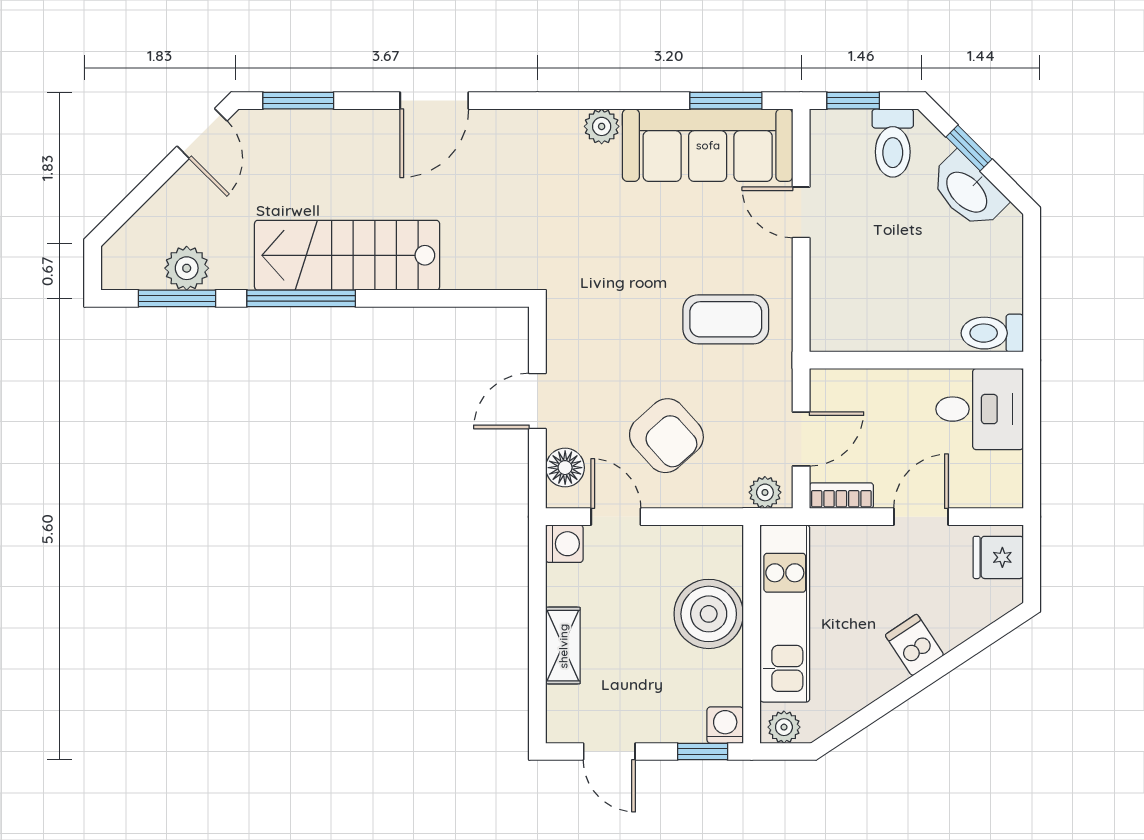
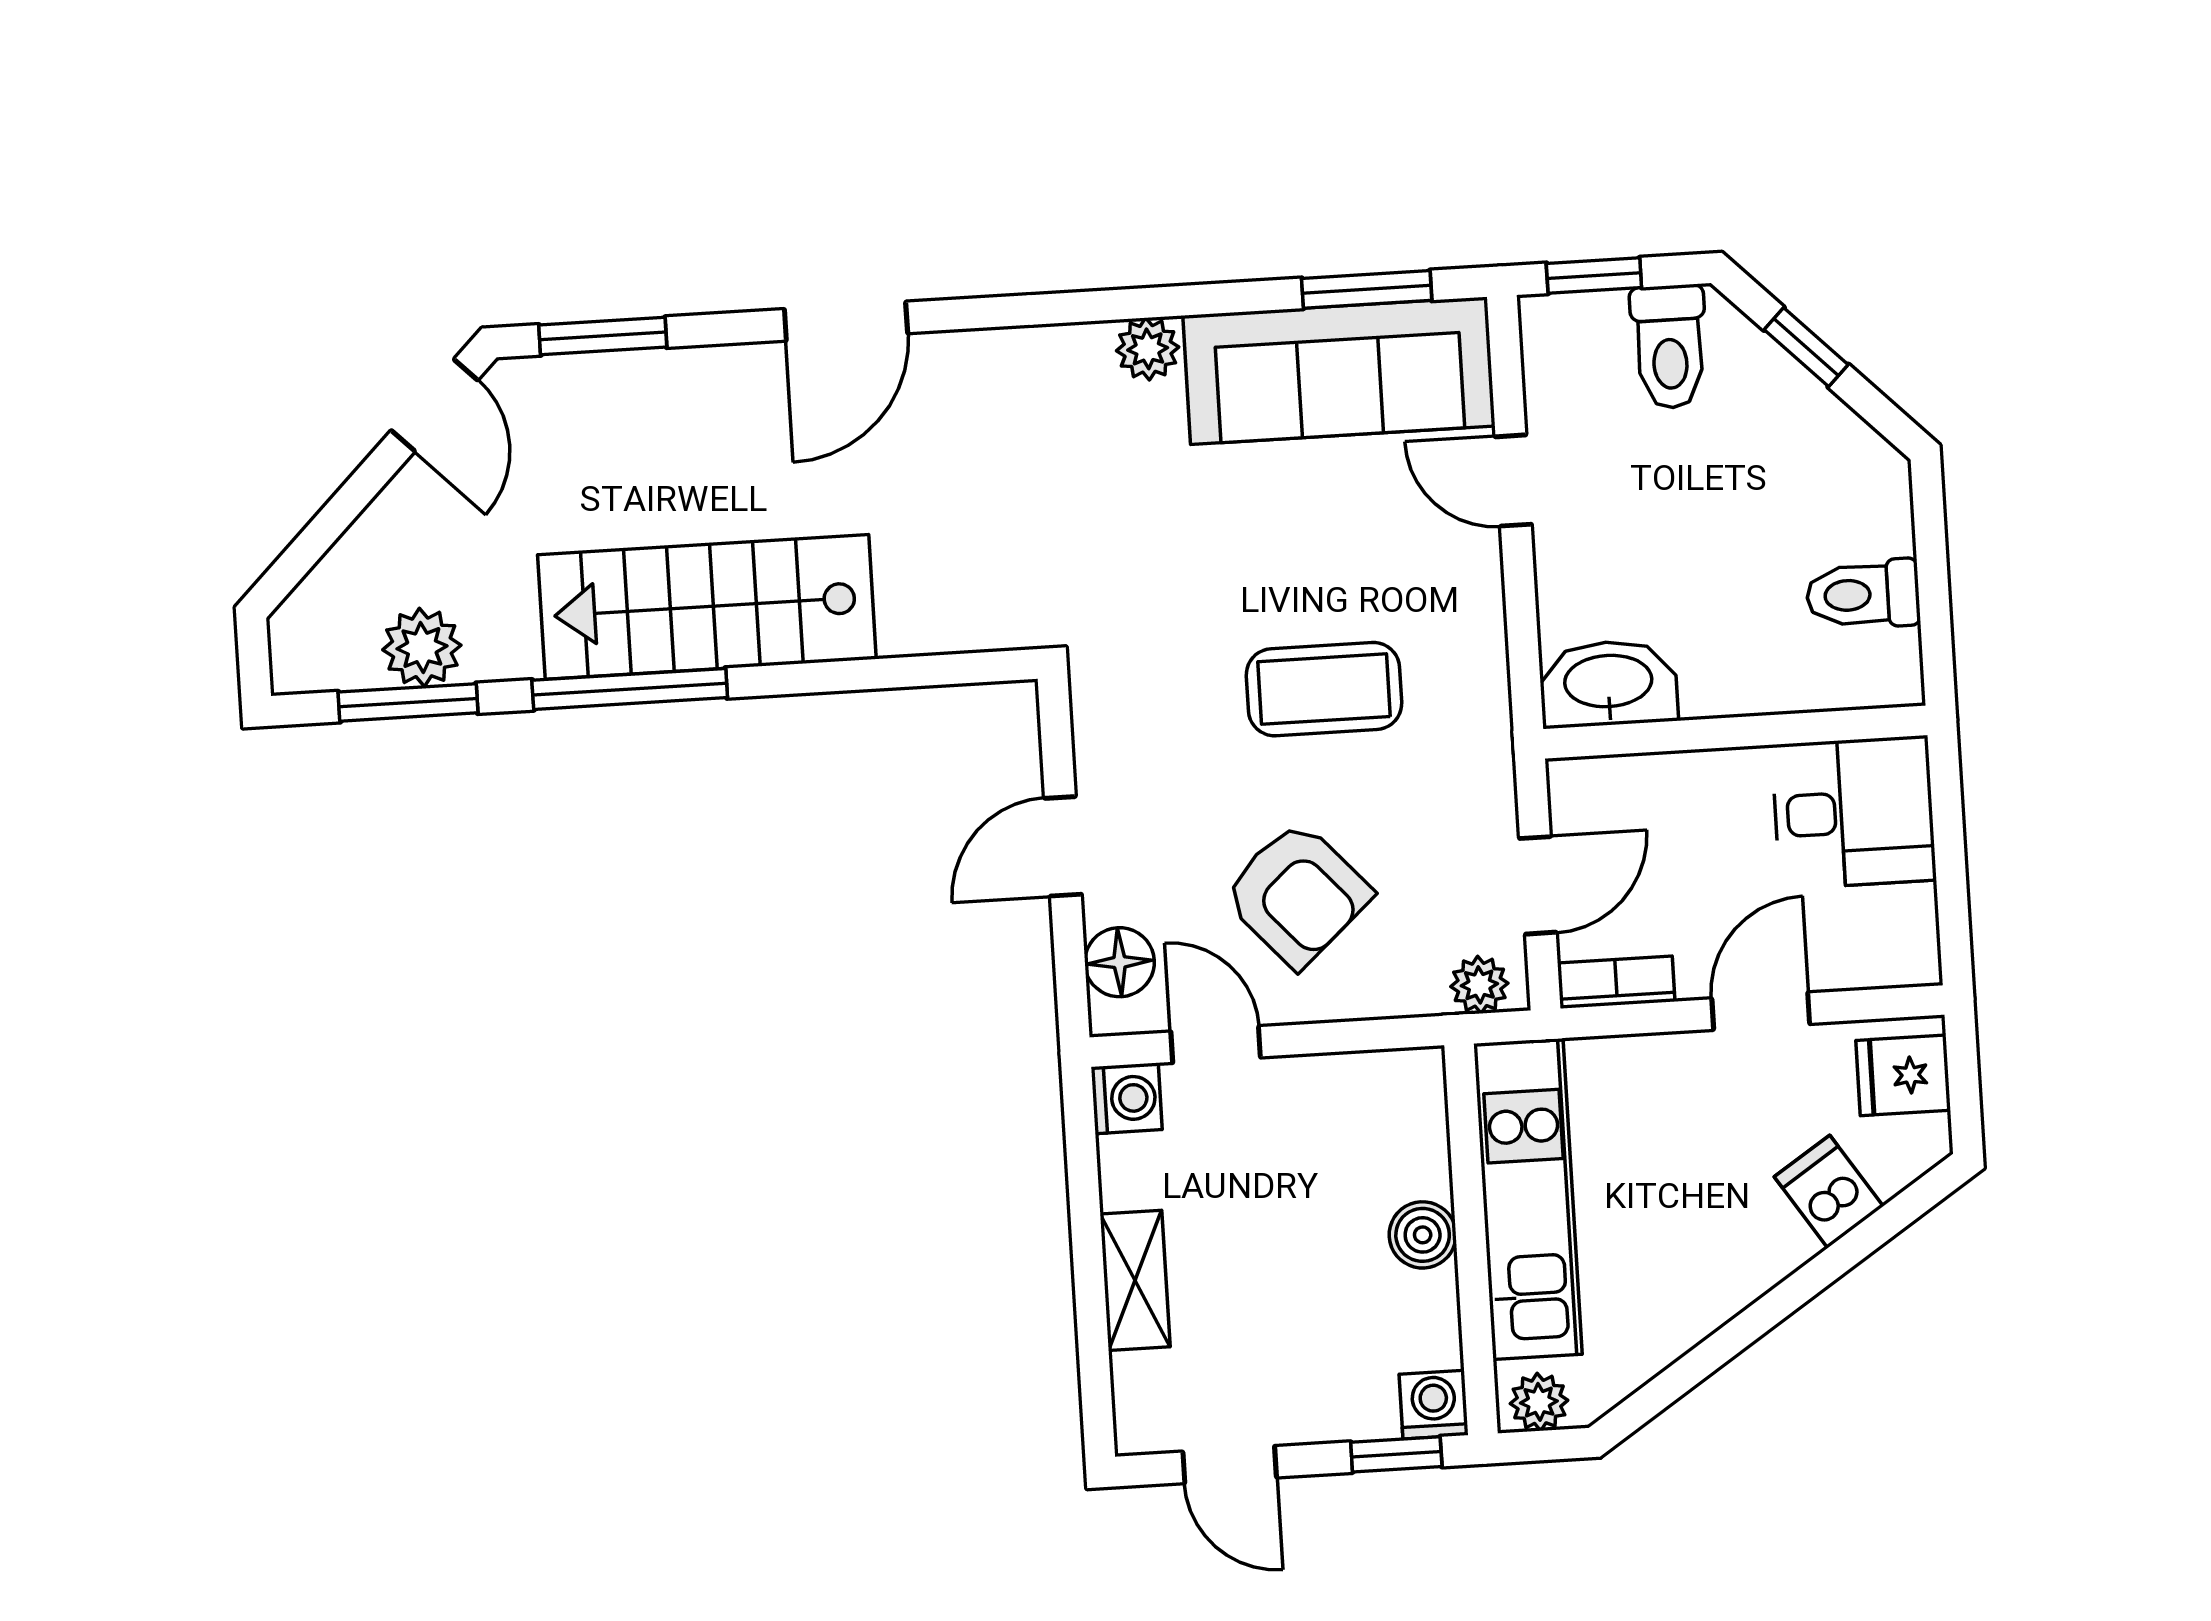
washbasin: (968, 191) -> (1608, 683), moved, turned 135
coffee table: (726, 319) -> (1324, 689), moved
toilet: (992, 333) -> (1863, 594), moved
boiler: (709, 614) -> (1423, 1235), width x0.54, depth x0.54
dishwasher: (914, 645) -> (1829, 1192), moved

